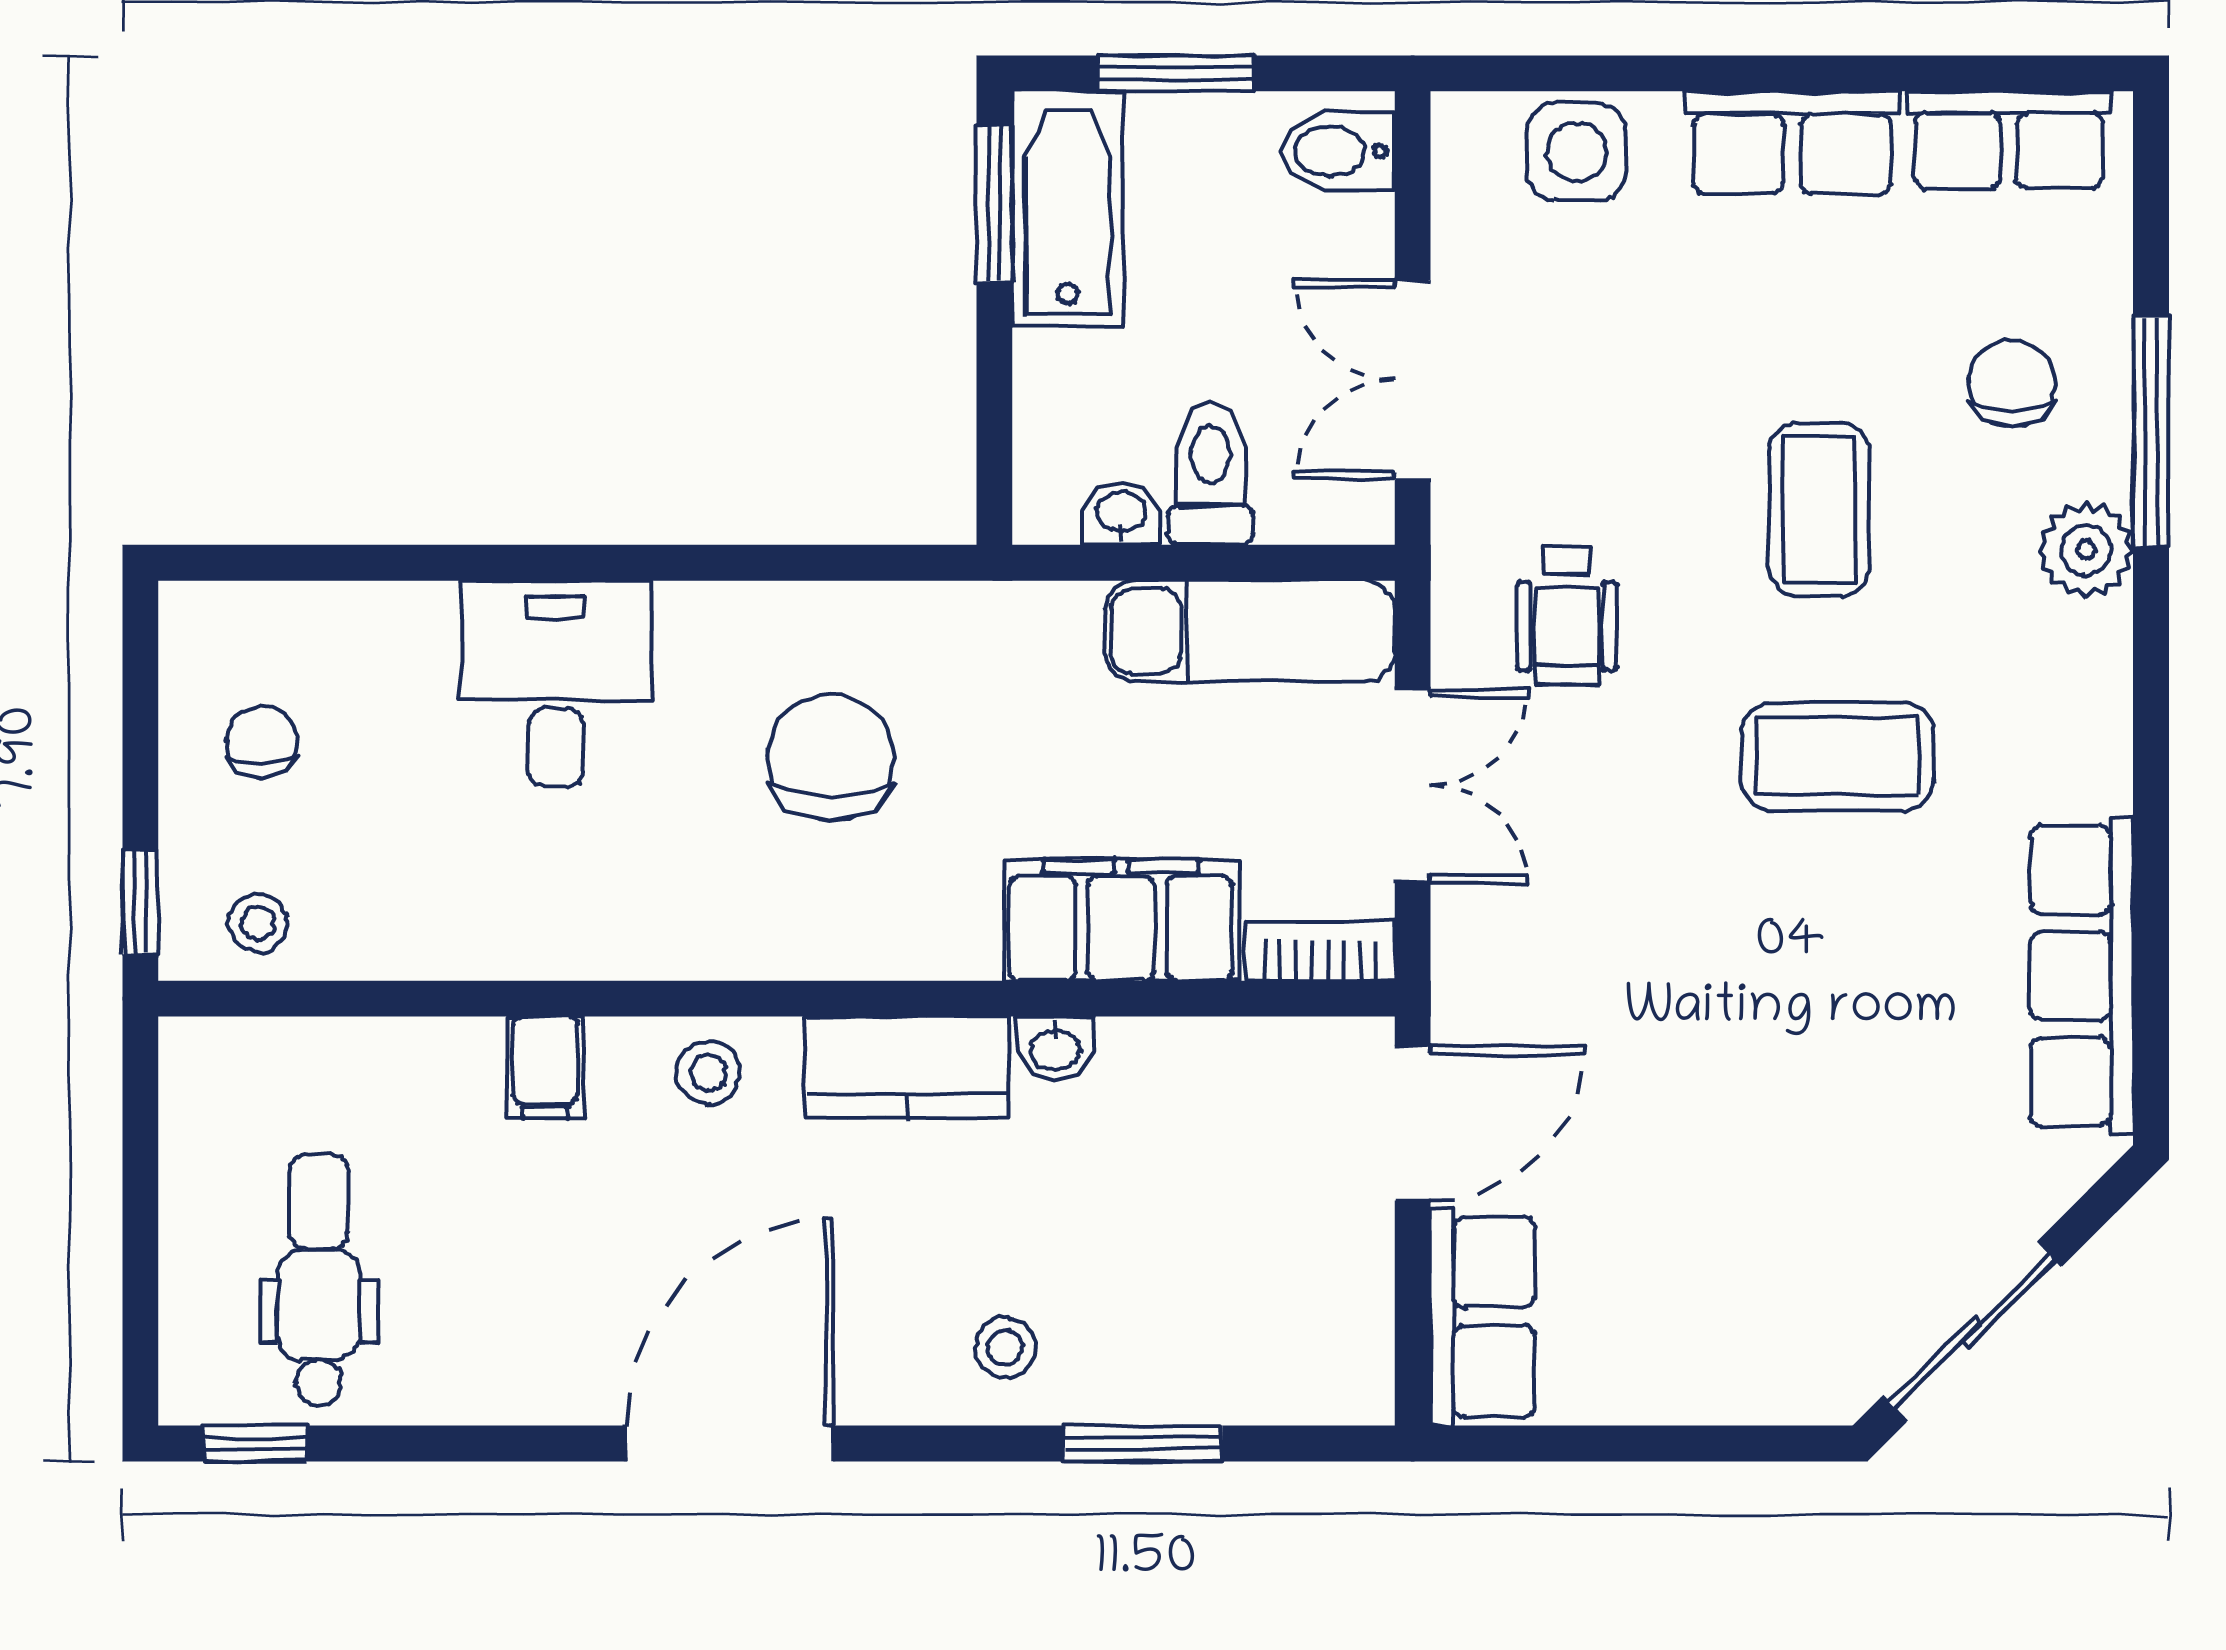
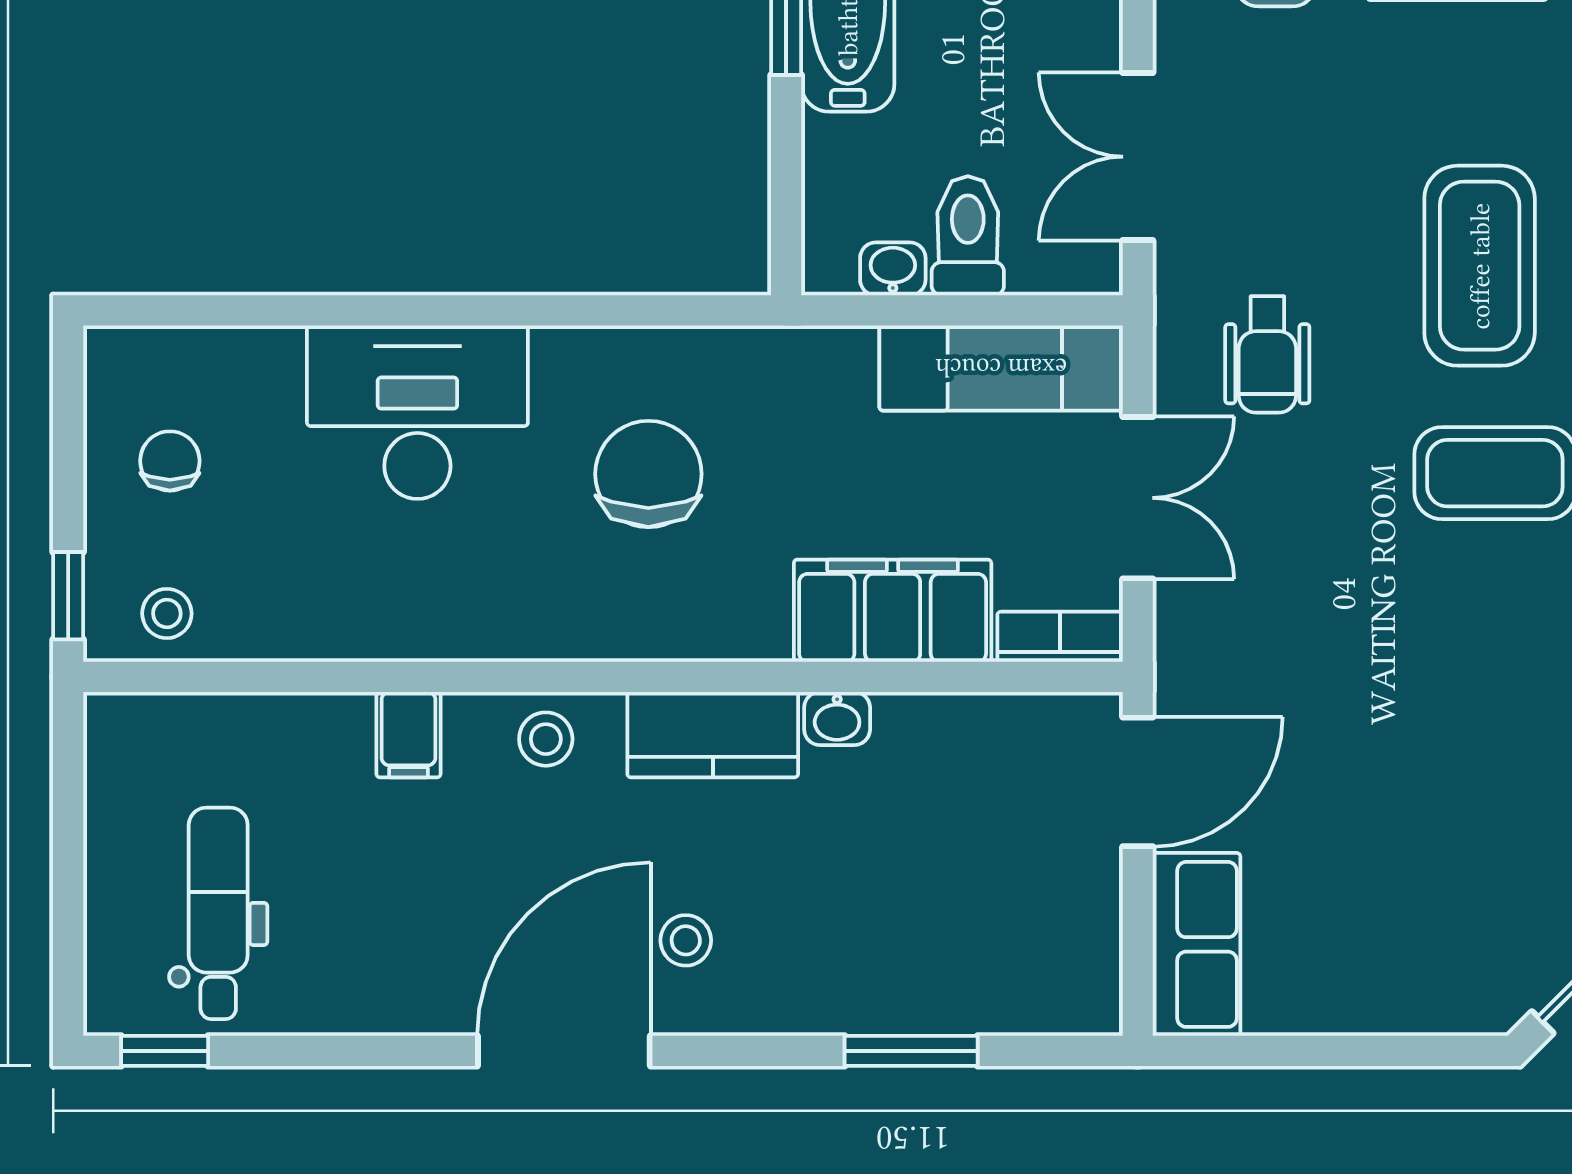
coffee table: (1819, 510) -> (1480, 266), width x1.36, depth x1.32
desk: (556, 684) -> (417, 412), width x1.37
stool: (1005, 1347) -> (686, 940), moved

